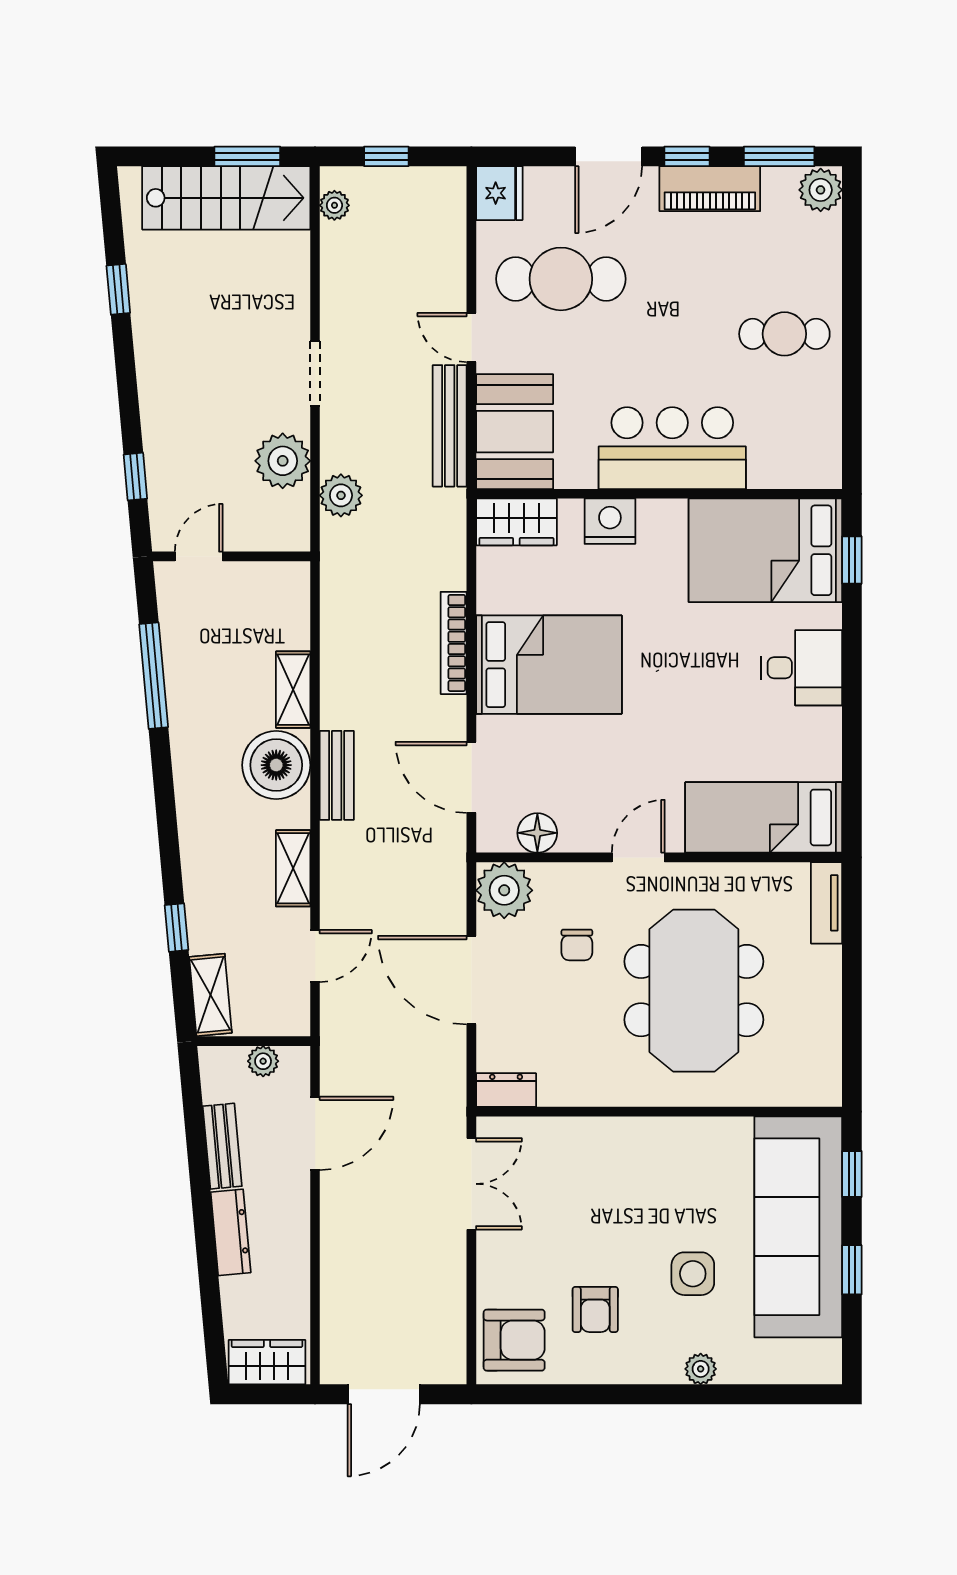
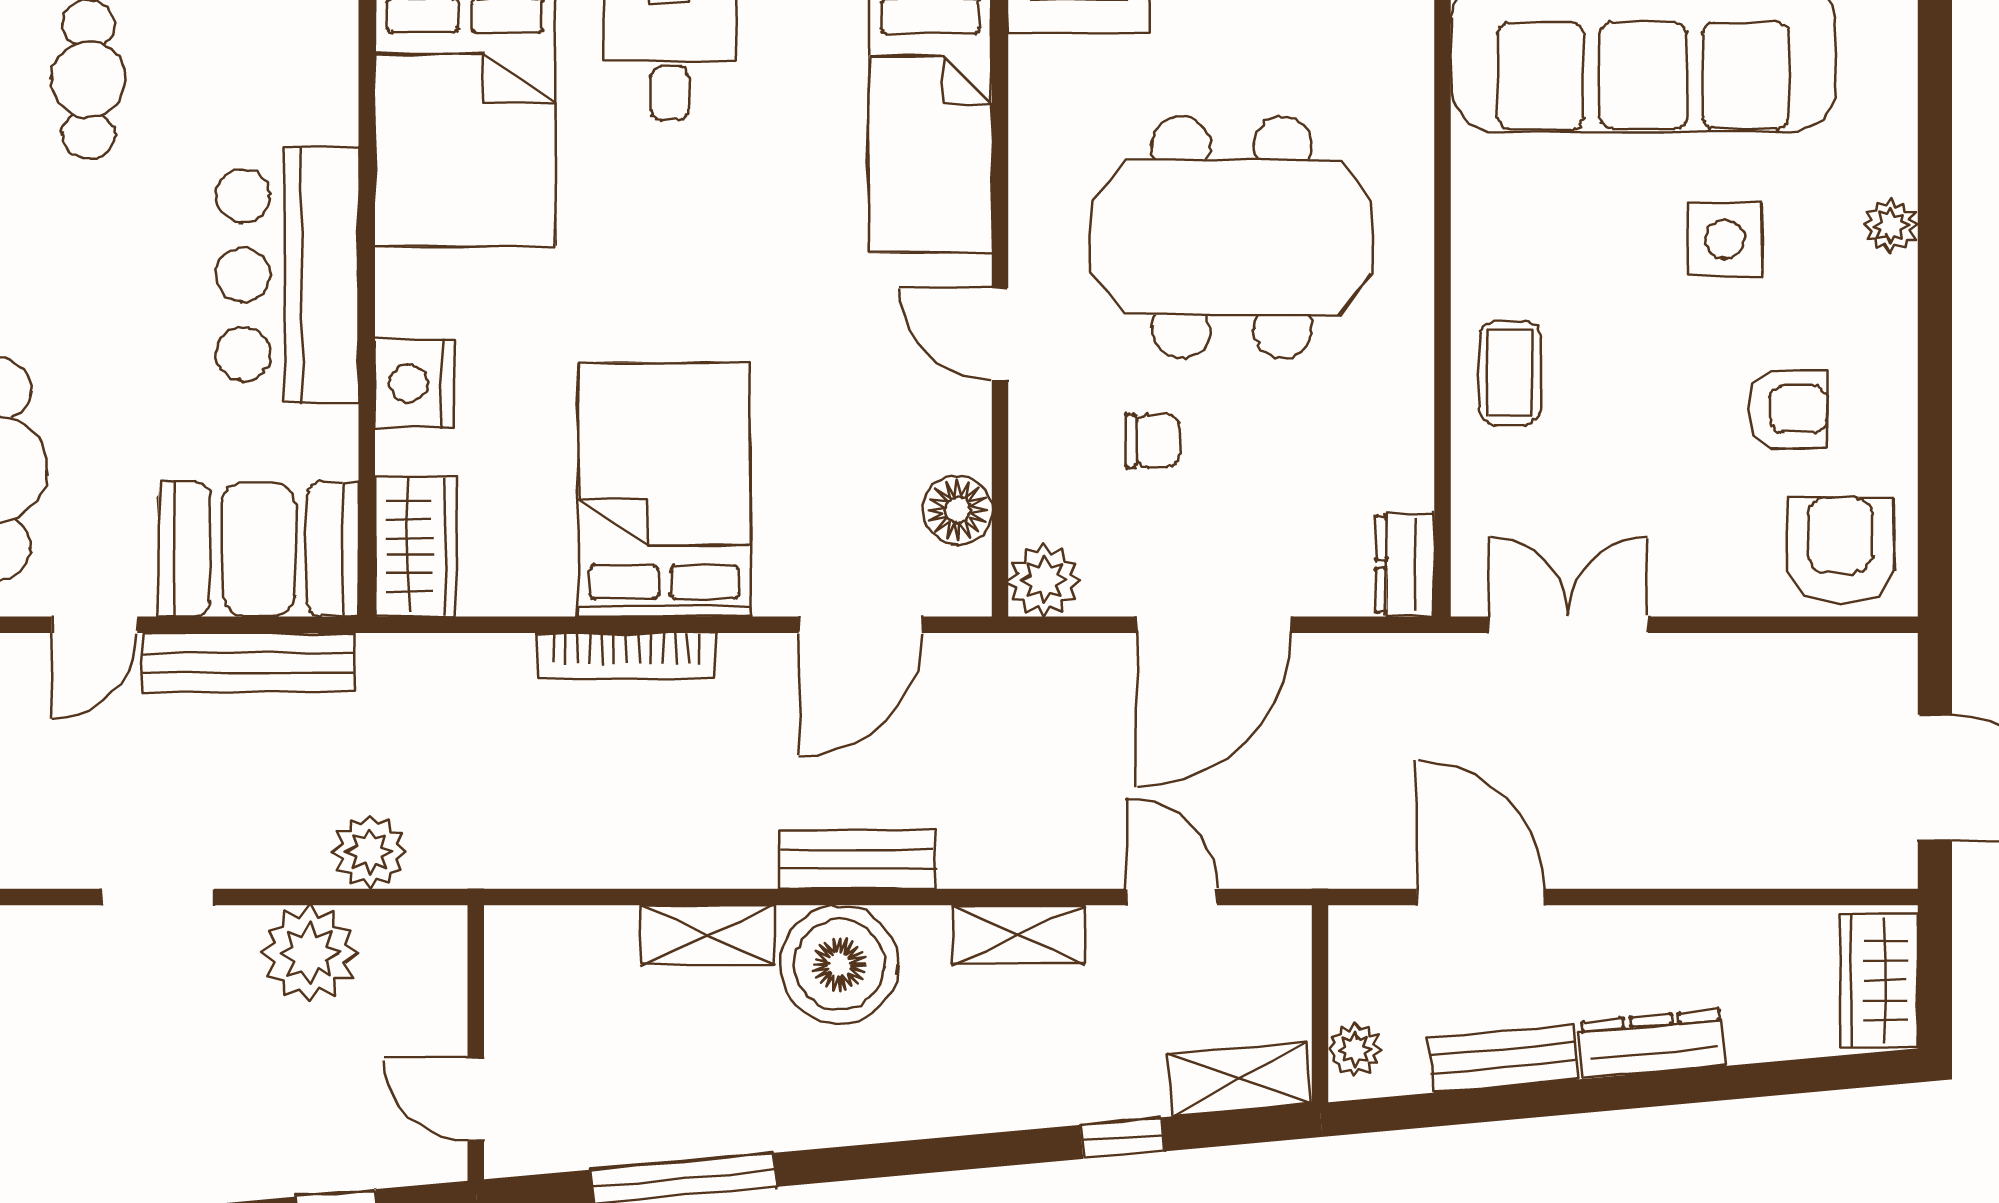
plant: (504, 890) -> (1044, 581), width x0.73, depth x0.73
plant: (263, 1061) -> (1355, 1049), moved
coffee table: (616, 1150) -> (1510, 373), added

